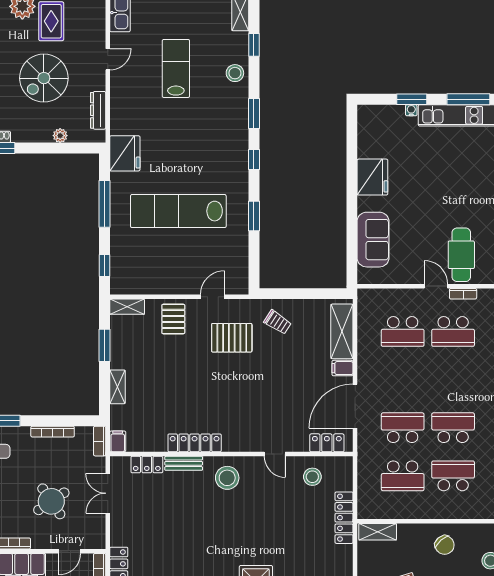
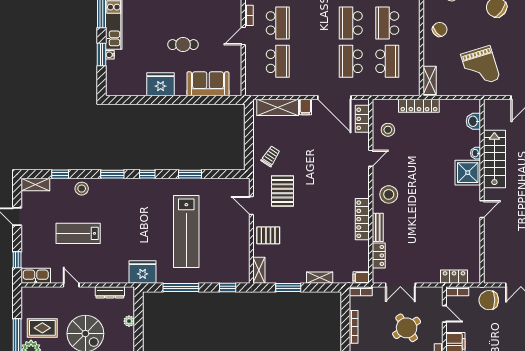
cafe table: (461, 255) -> (183, 45), moved, width x0.73, depth x0.74

